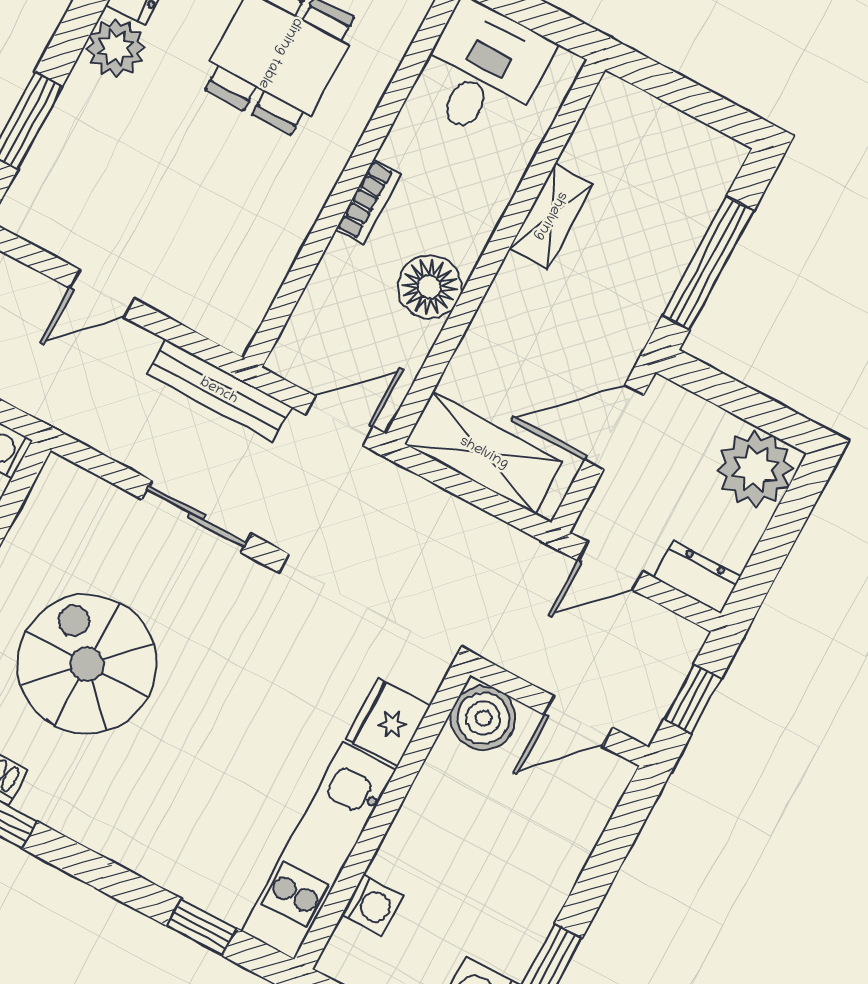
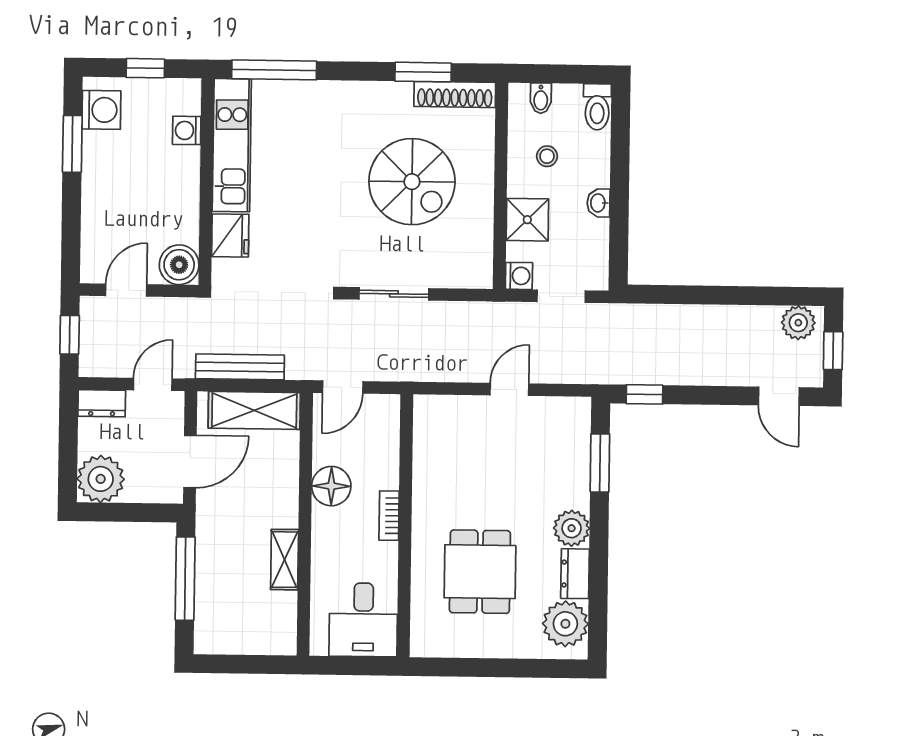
bench: (219, 391) -> (240, 367), moved
window: (202, 927) -> (274, 70), width x2.17

